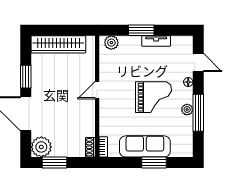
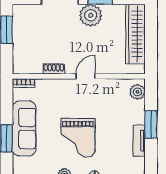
door: (97, 90) -> (86, 76), hinge flipped
plant: (41, 147) -> (91, 15), moved
shoe rack: (90, 147) -> (54, 69), moved

